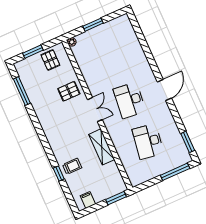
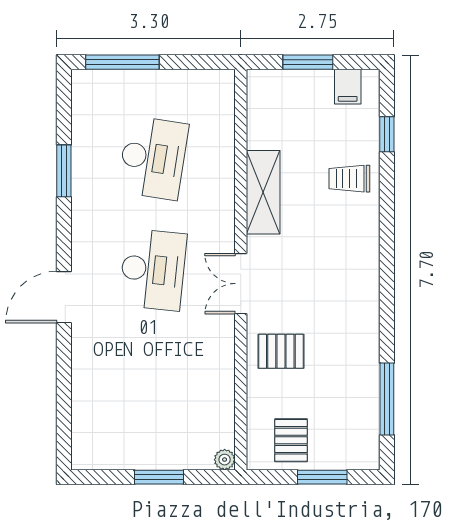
door: (164, 90) -> (64, 297), moved
window: (188, 142) -> (64, 171), moved
window: (59, 173) -> (387, 134), moved
window: (116, 198) -> (308, 62), moved

